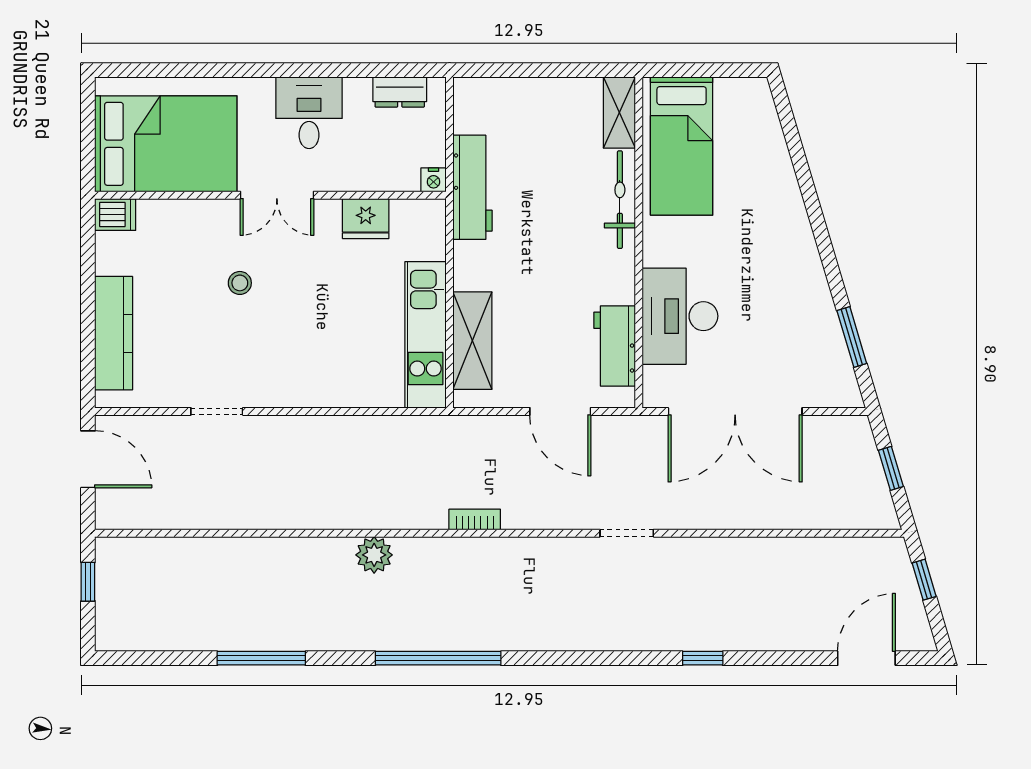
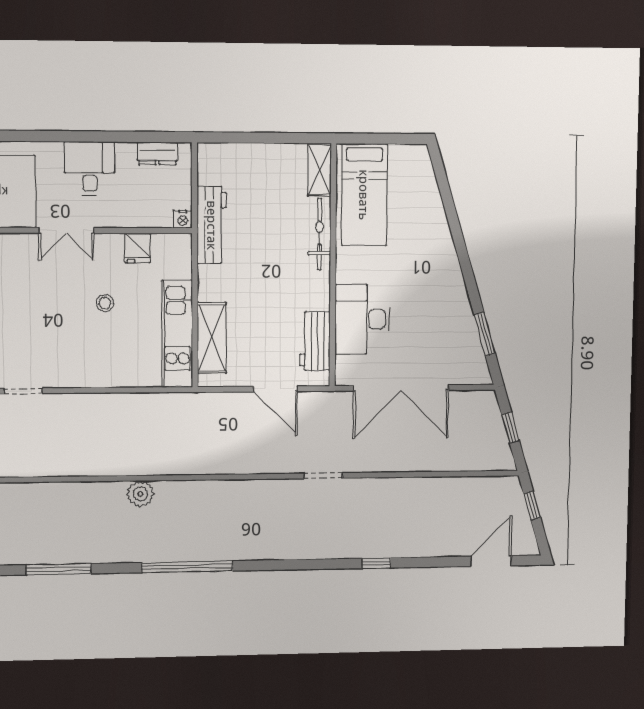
fridge: (366, 219) -> (137, 248), width x0.72
stool: (240, 283) -> (105, 303), moved
bookcase: (475, 519) -> (214, 467), removed

